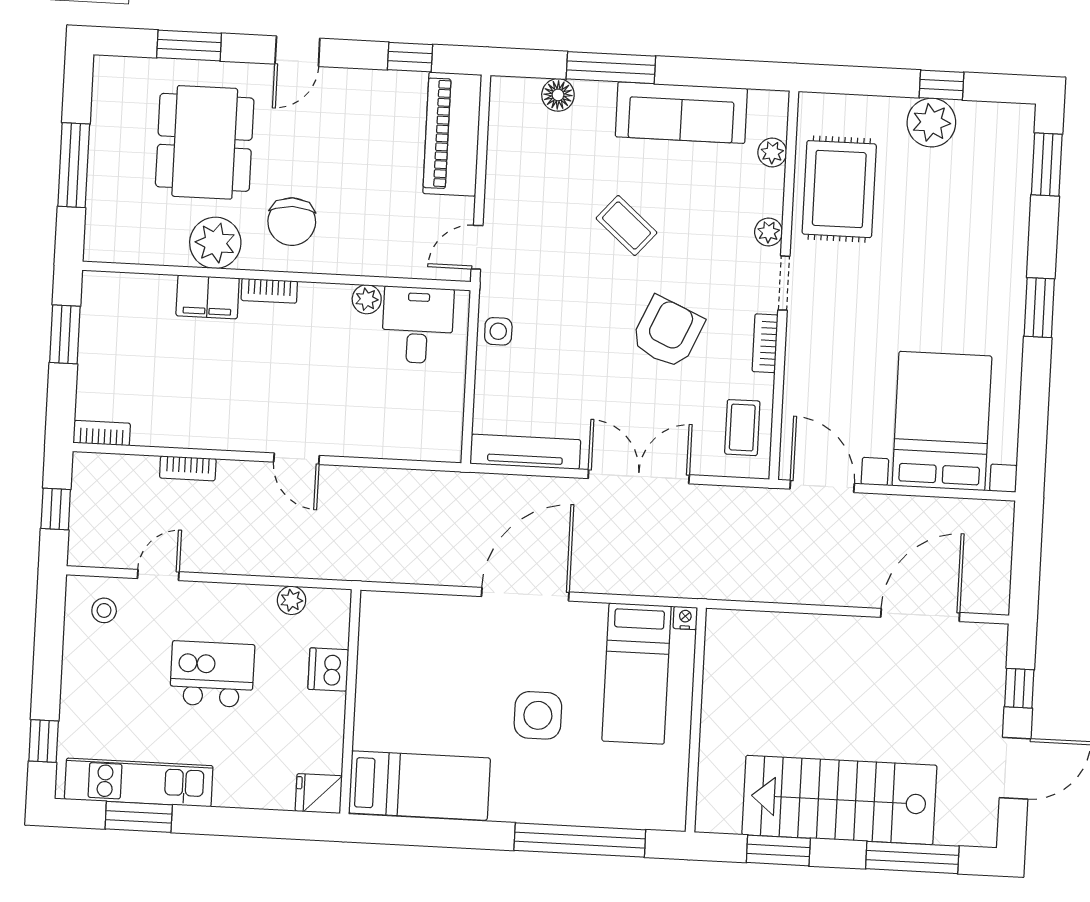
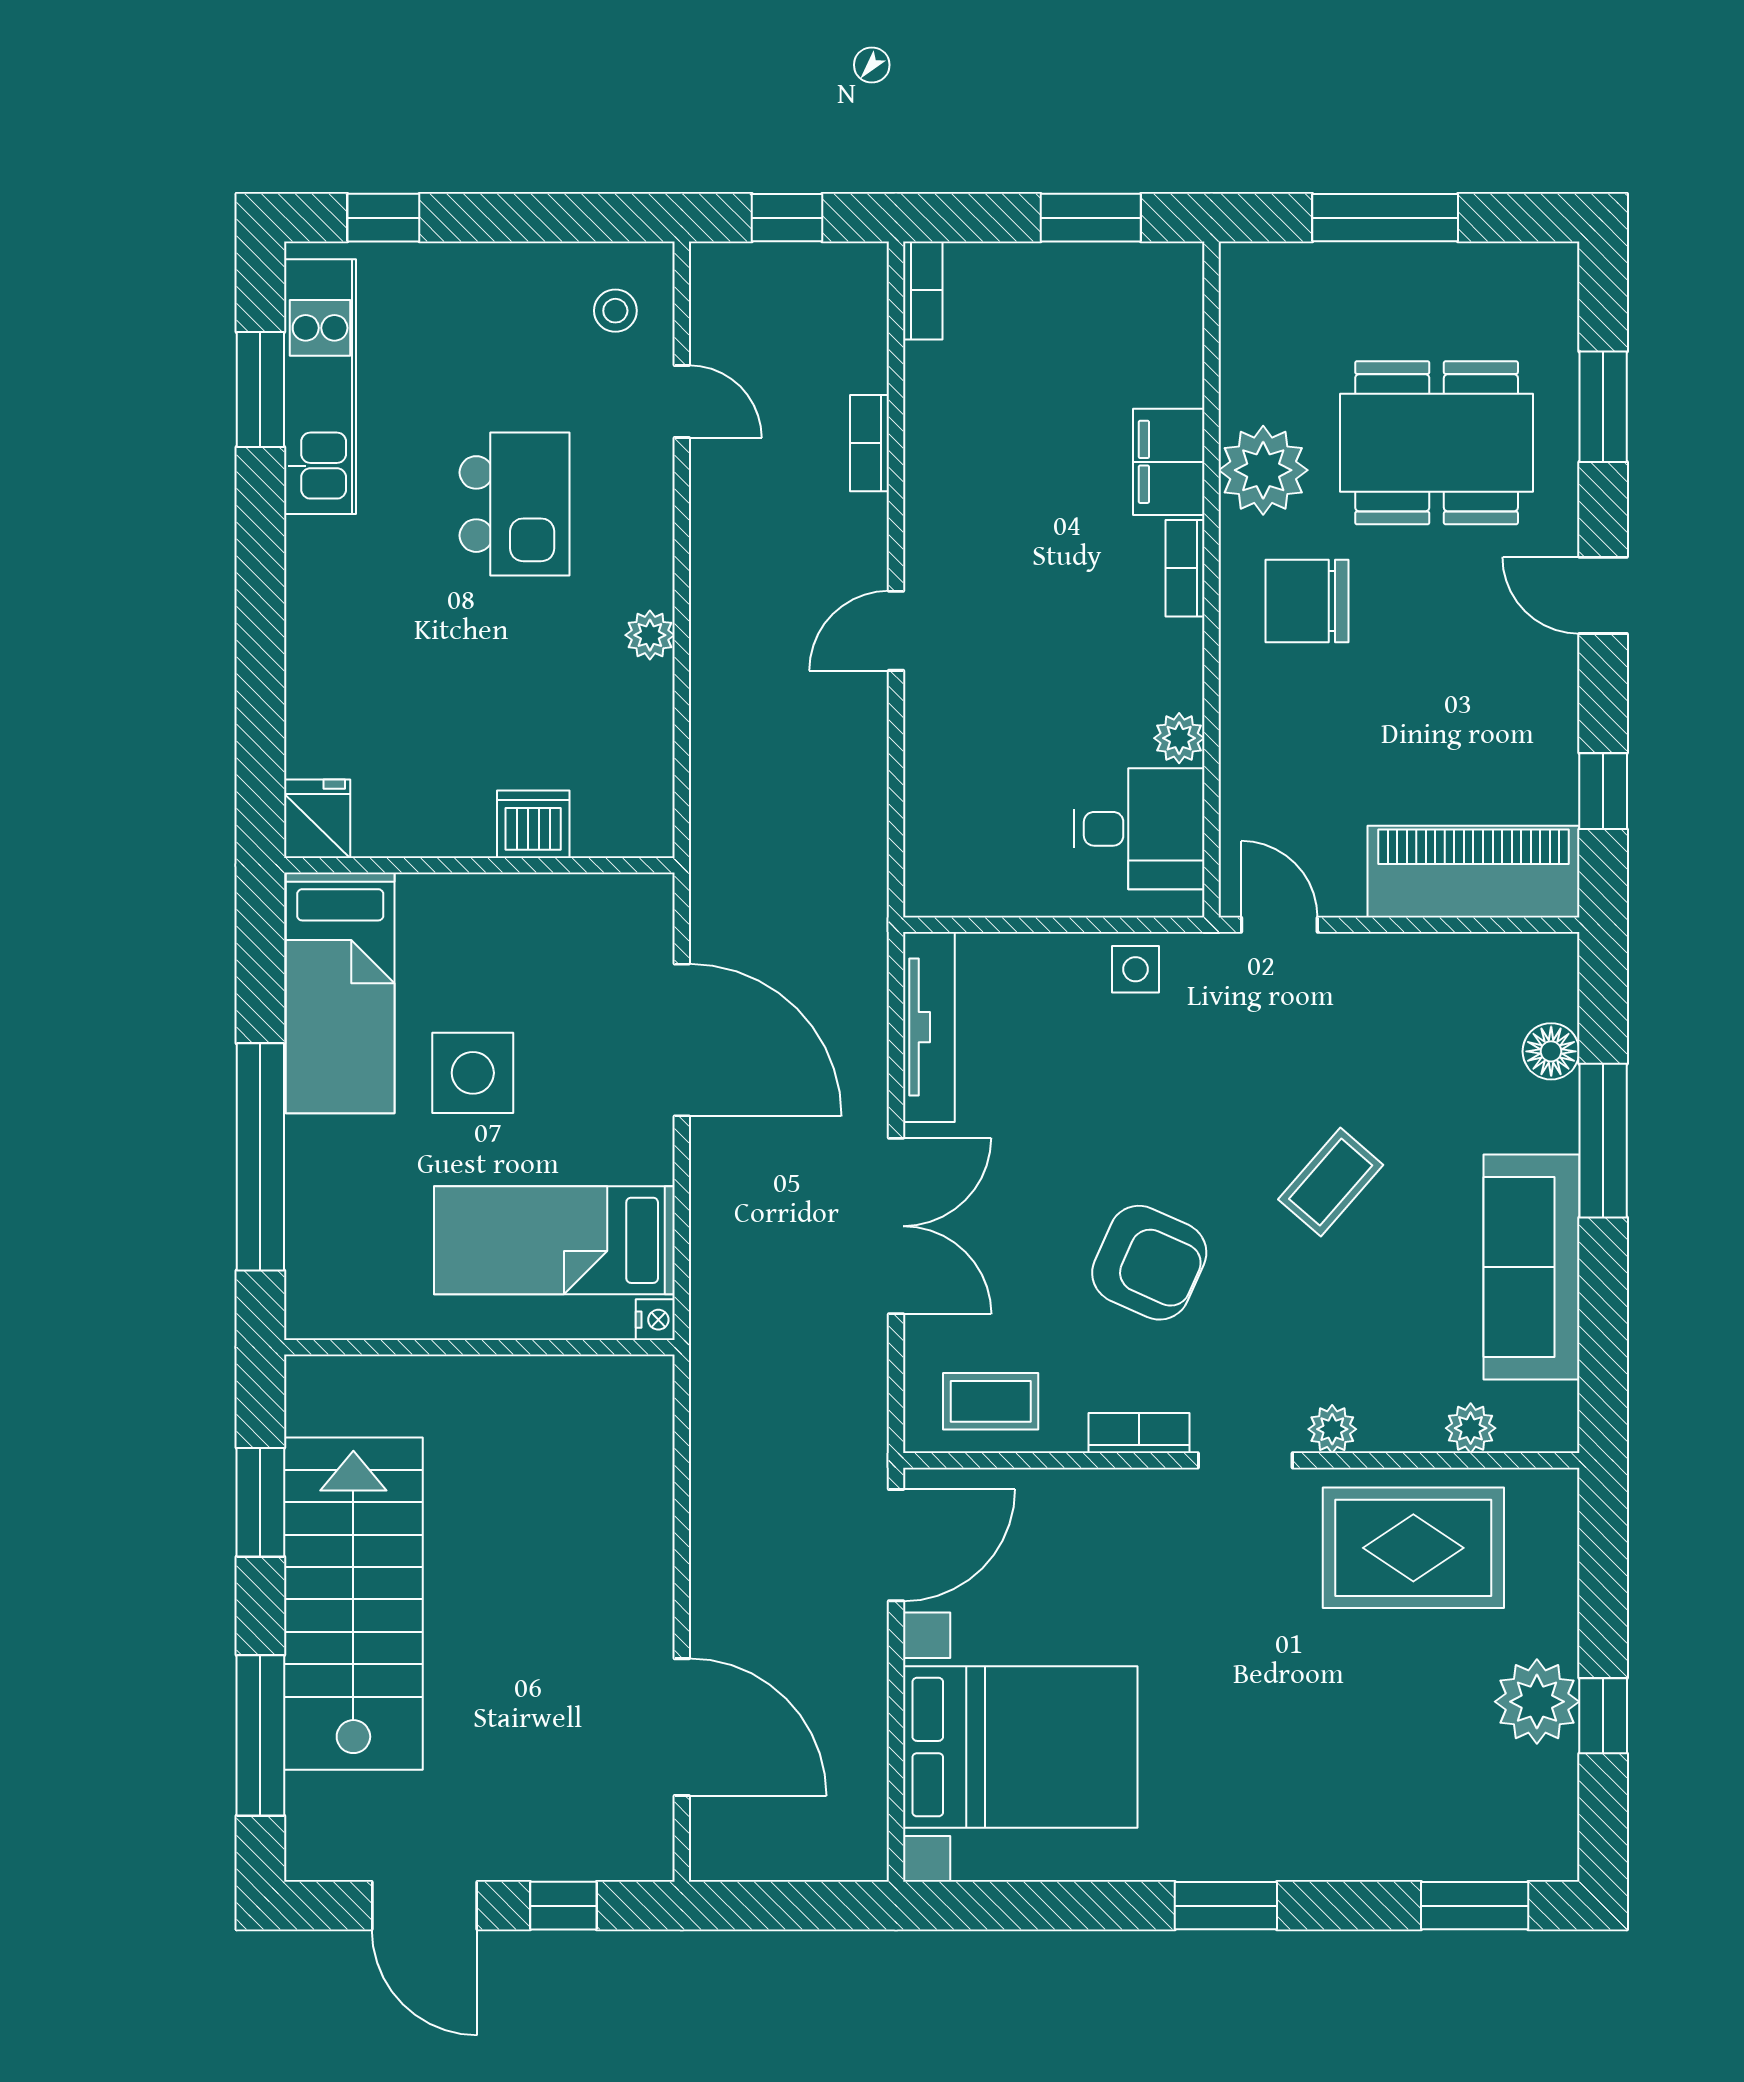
dishwasher: (328, 670) -> (533, 824), moved
wall: (350, 702) -> (479, 865), moved
bed: (419, 786) -> (340, 993), moved
fridge: (319, 794) -> (317, 819), moved

